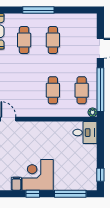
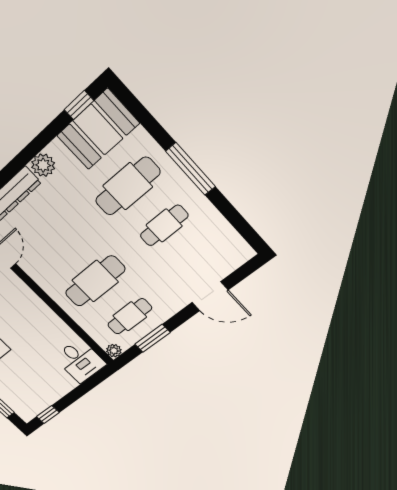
cafe table: (24, 40) -> (128, 186), width x1.37, depth x1.35
cafe table: (53, 90) -> (95, 281), width x1.37, depth x1.35
window: (100, 90) -> (152, 338), width x0.47

